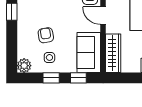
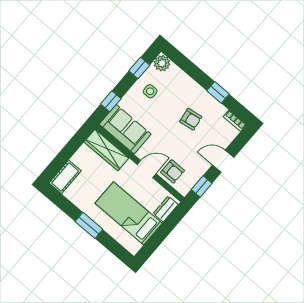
armchair: (46, 35) -> (191, 119), moved
window: (51, 78) -> (139, 68), moved

